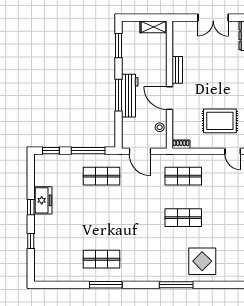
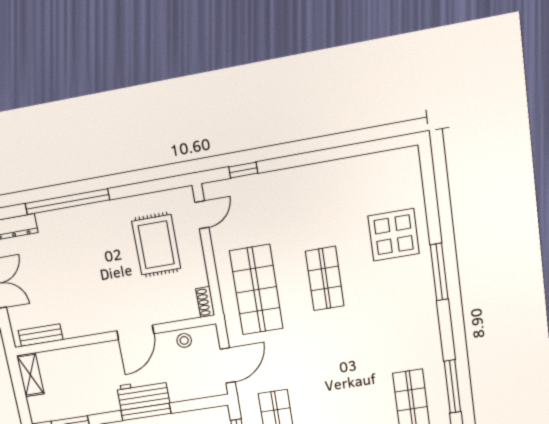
bench: (177, 70) -> (41, 335), moved
workbench: (130, 96) -> (143, 395), width x0.73
shop shelf: (183, 176) -> (256, 290), width x1.43, depth x1.36

